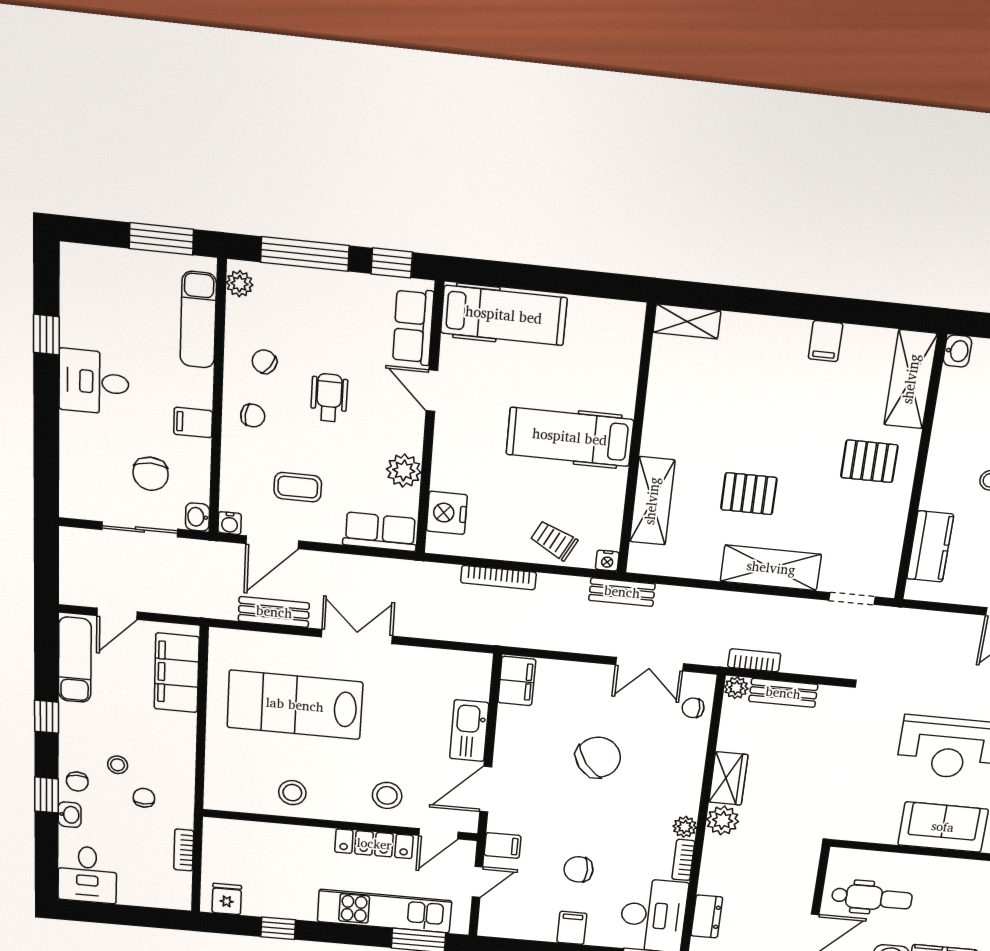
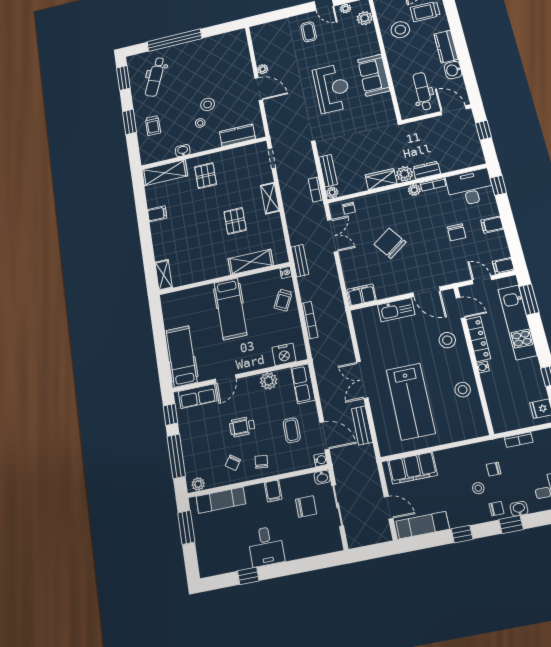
washbasin: (957, 351) -> (183, 151), moved
shelving: (771, 568) -> (270, 198), width x0.67, depth x0.75
water cooler: (322, 836) -> (483, 367), added
filing cabinet: (503, 846) -> (503, 266), moved, turned -90
dresser: (707, 916) -> (427, 170), moved

